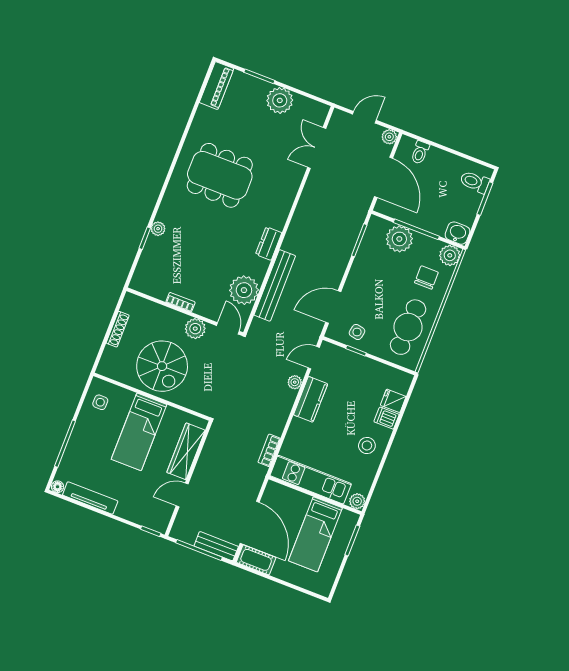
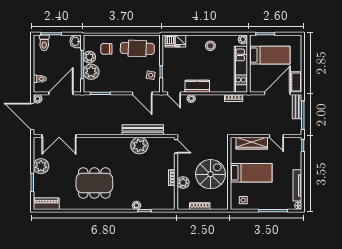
door: (364, 117) -> (32, 117), width x1.87
double door: (317, 148) -> (59, 136), width x1.37
dining table: (220, 175) -> (94, 183), turned 90
dresser: (269, 244) -> (121, 142), removed
plant: (450, 255) -> (89, 57), moved
plant: (244, 290) -> (139, 146), moved
door: (228, 328) -> (176, 146), swing flipped
plant: (195, 329) -> (183, 183), moved
dishwasher: (387, 418) -> (170, 41), moved

